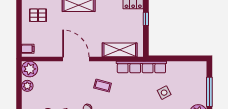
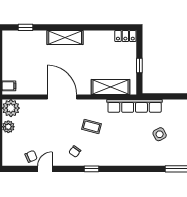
pallet: (38, 15) -> (20, 49), removed
window: (146, 19) -> (139, 65), moved

